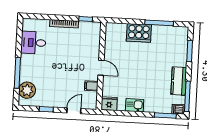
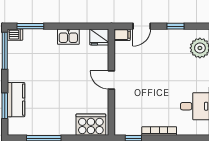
cooker: (139, 33) -> (91, 125), moved
kitchen counter: (179, 81) -> (16, 100), moved
filing cabinet: (91, 86) -> (122, 35), moved

